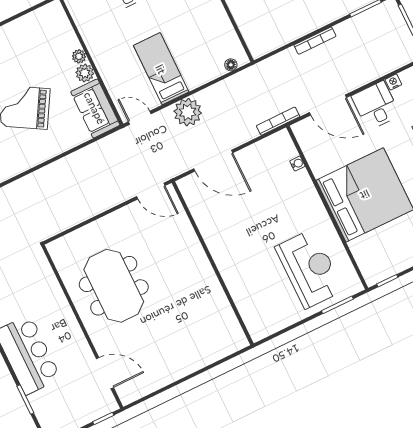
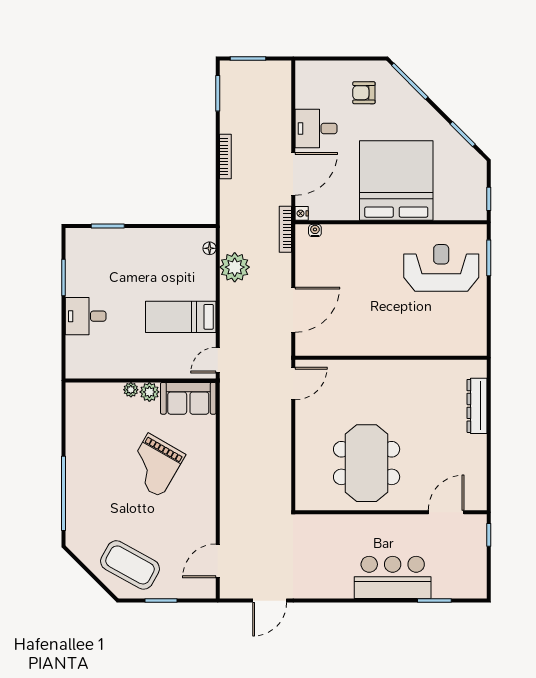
nightstand: (393, 82) -> (302, 213), moved
plant: (188, 112) -> (235, 267), moved
water cooler: (297, 164) -> (315, 230), moved
meeting table: (114, 286) -> (367, 463), turned 90
dresser: (207, 356) -> (477, 406), added

